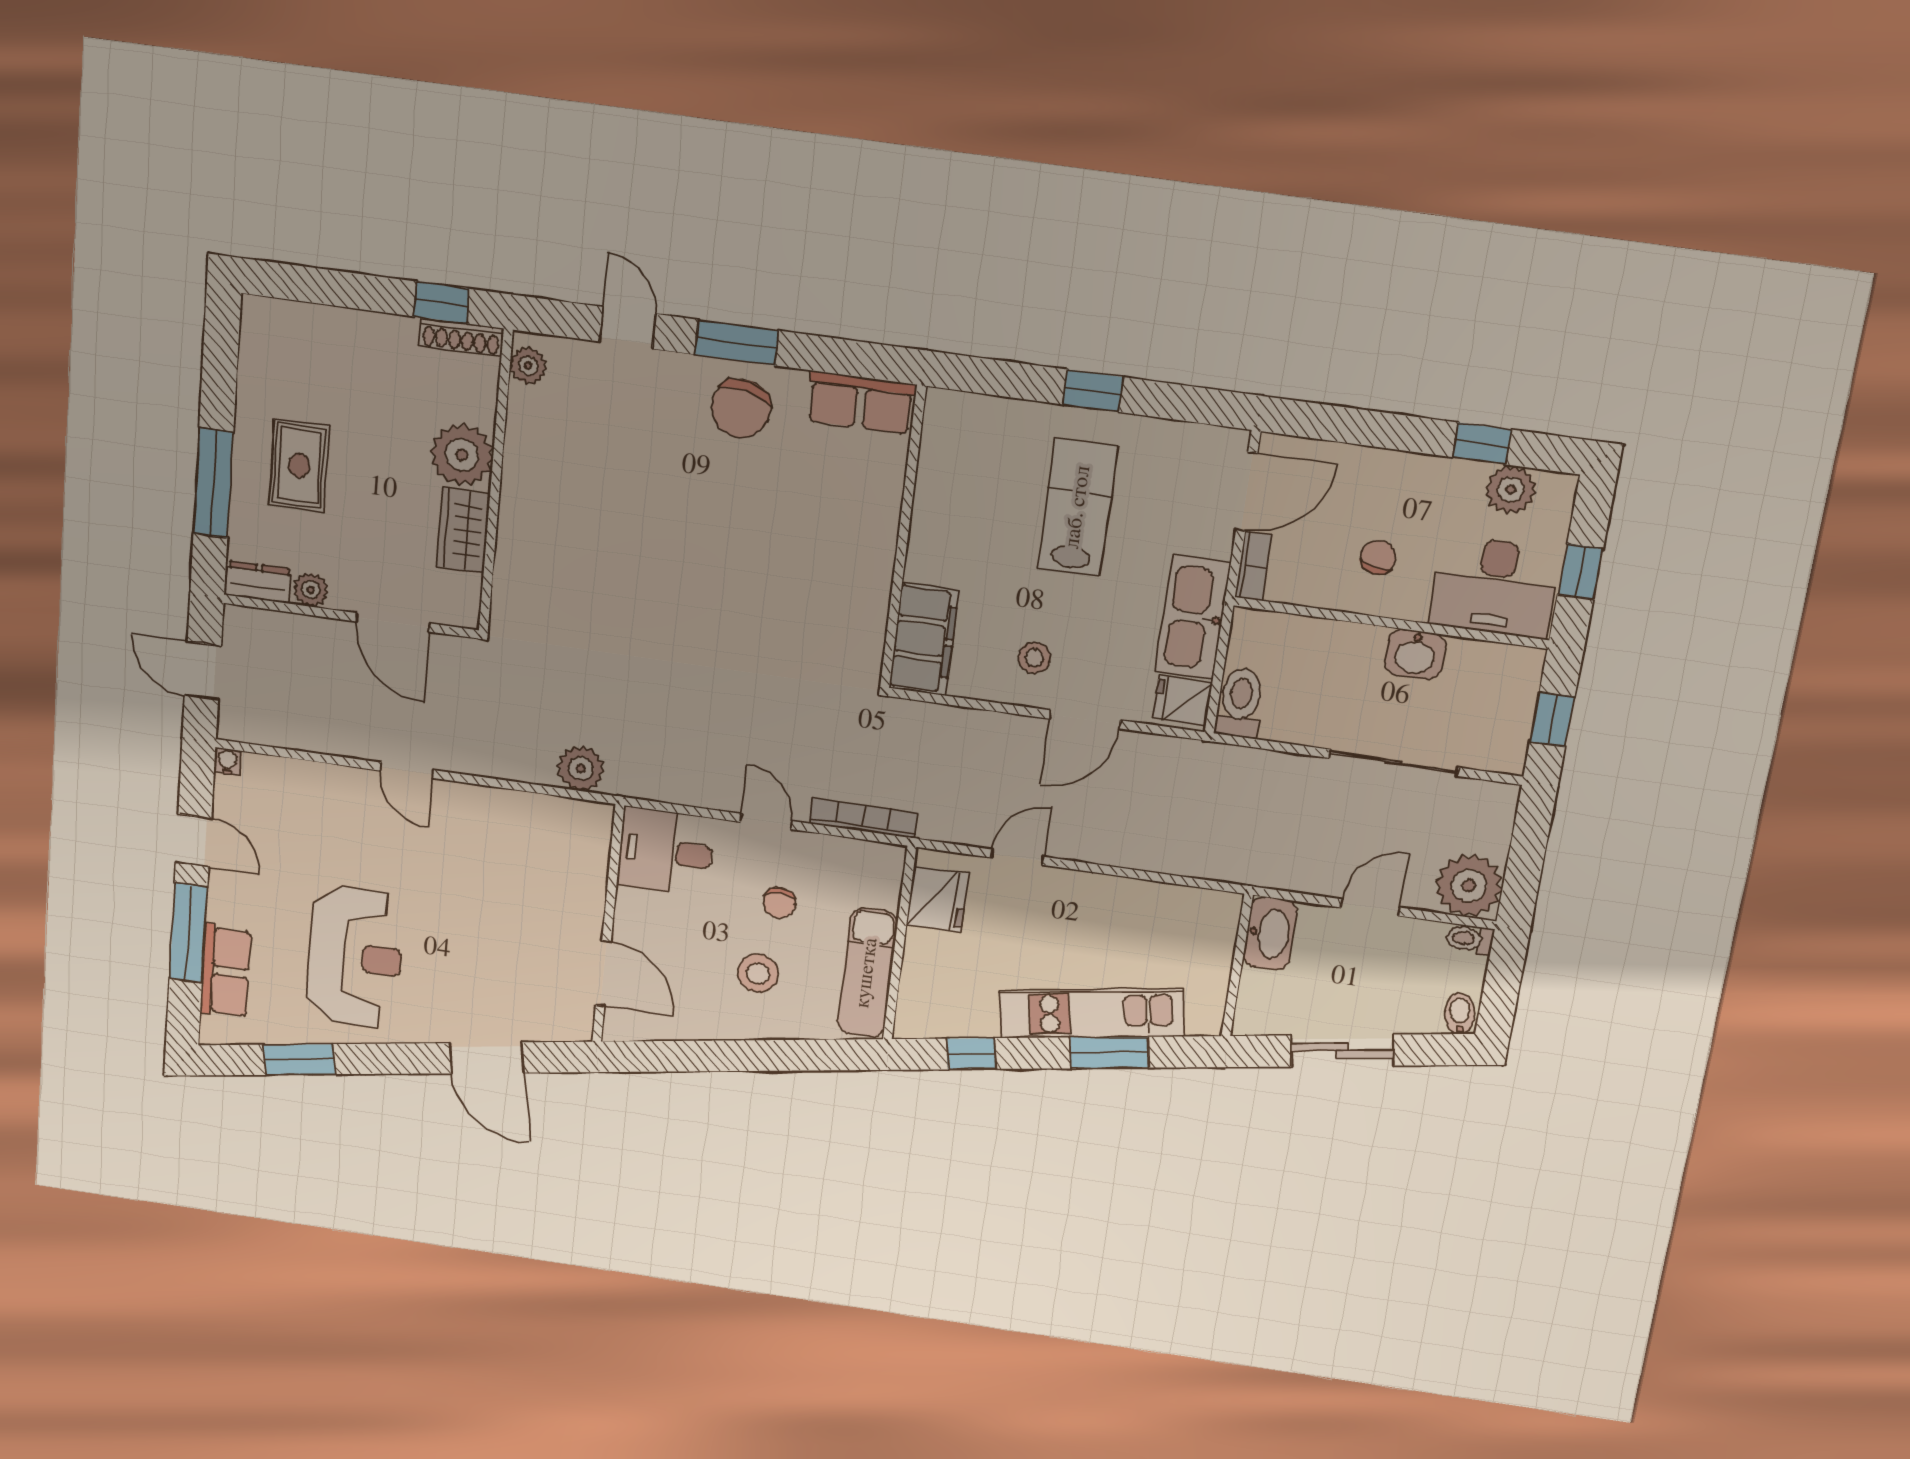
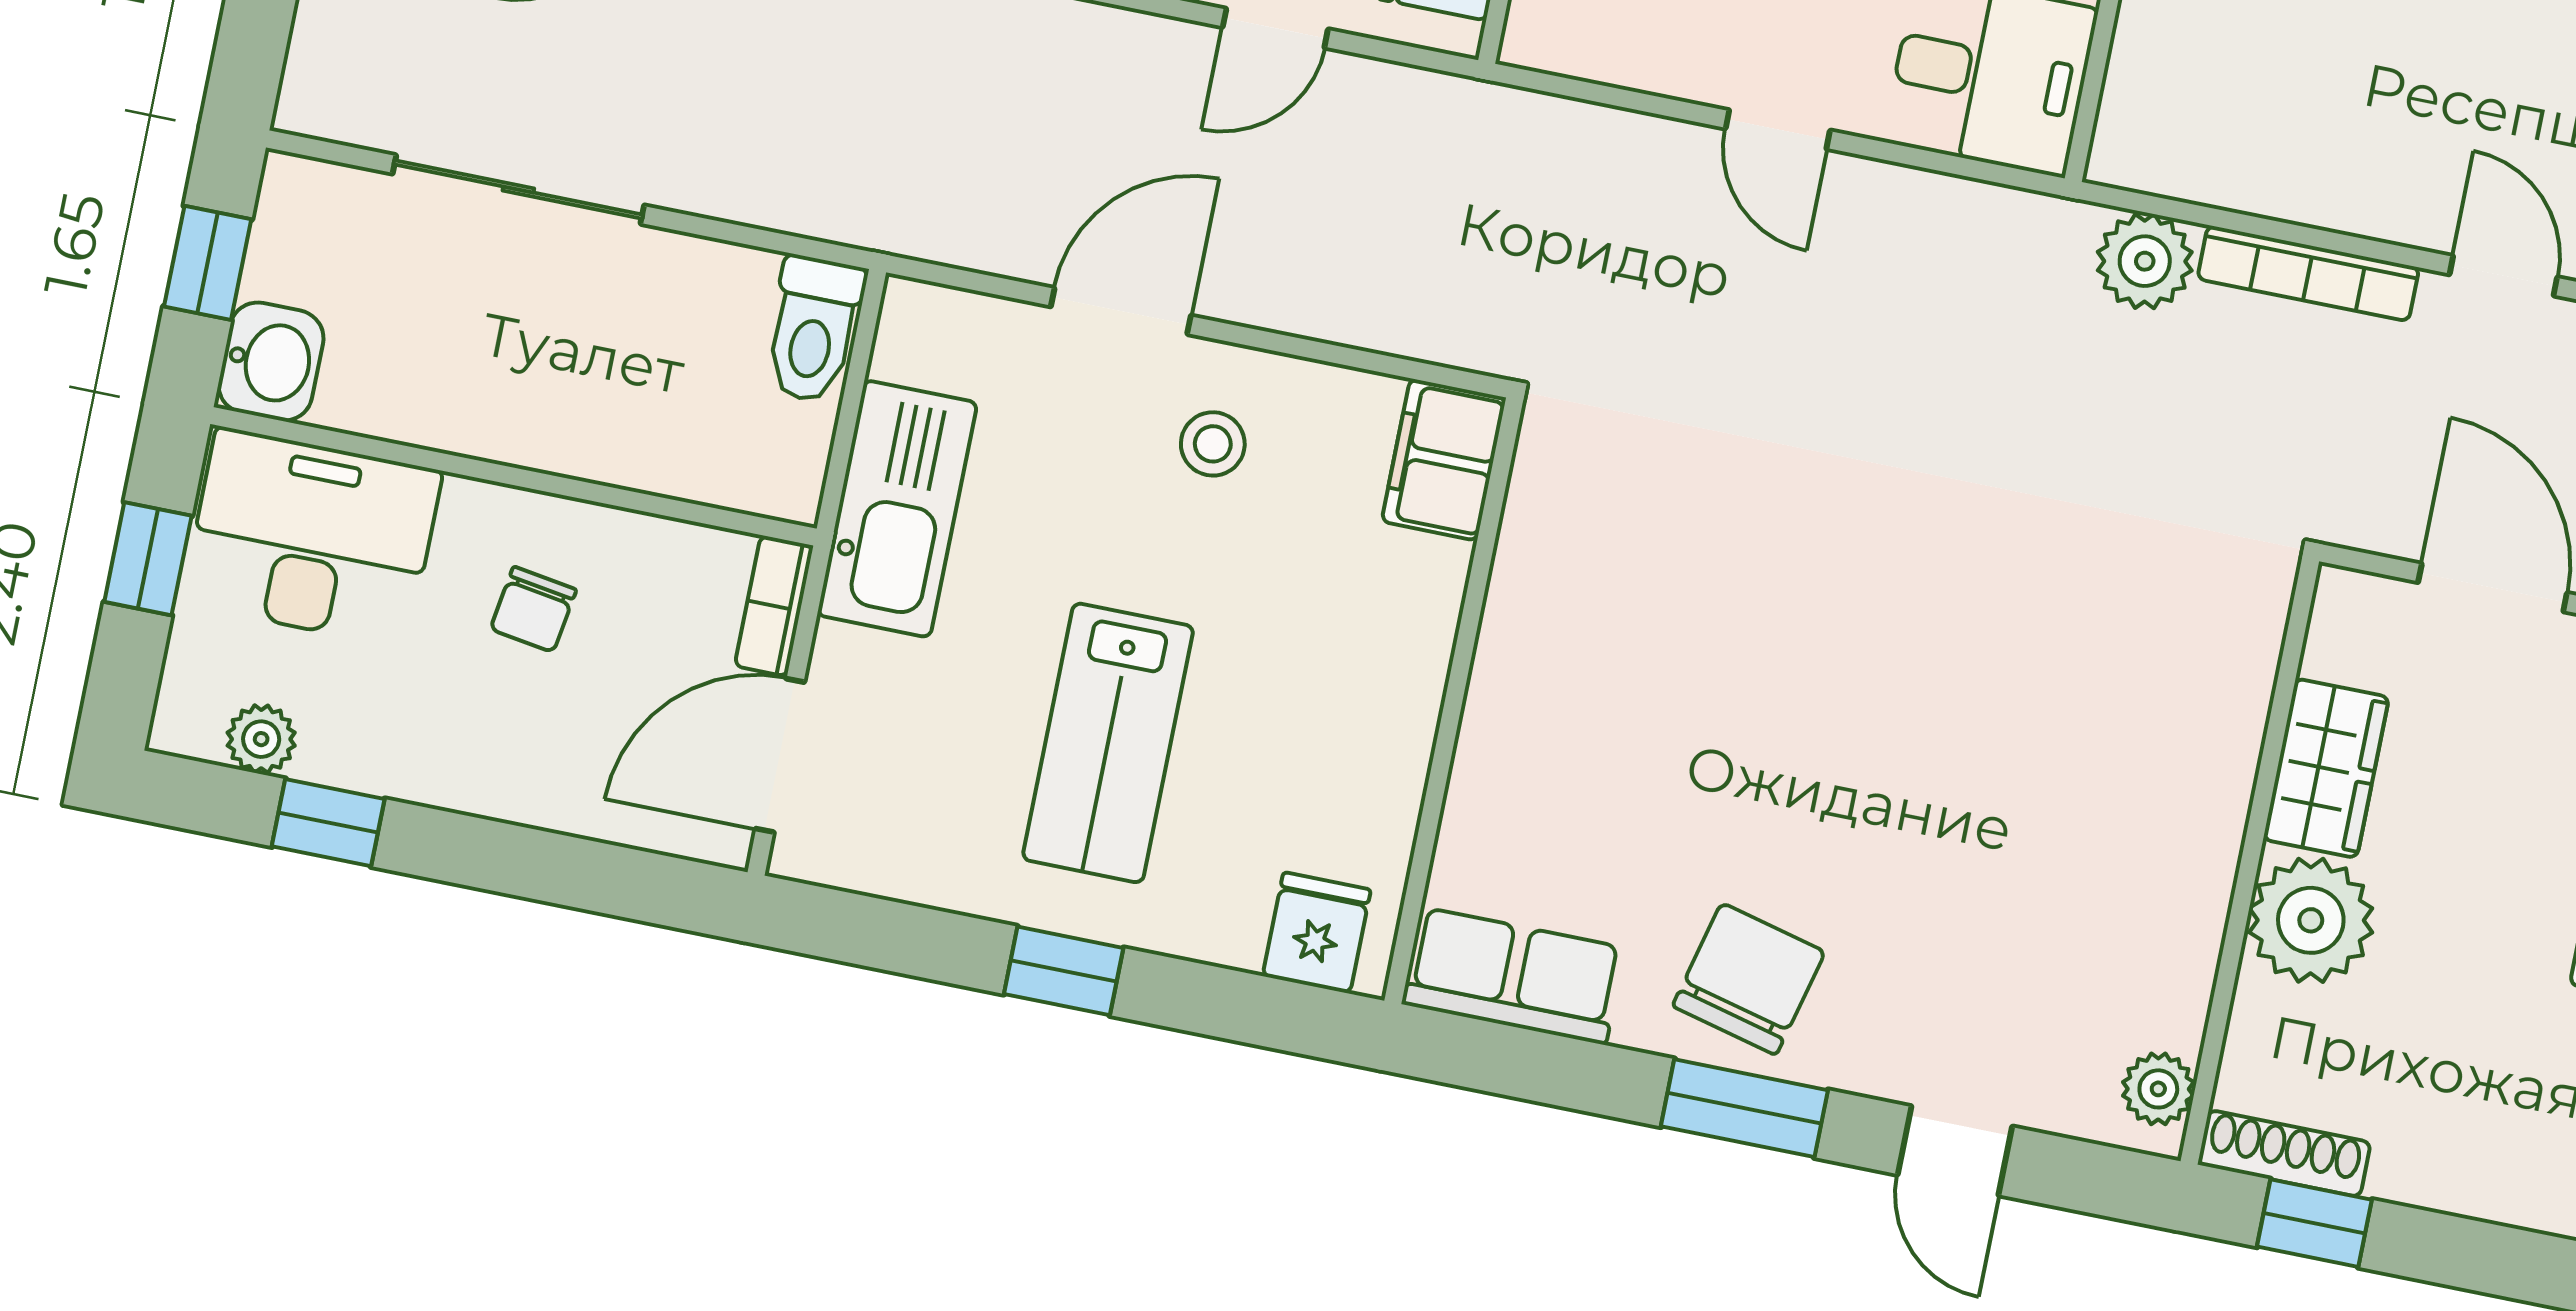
plant: (1511, 490) -> (261, 739), width x0.73, depth x0.73
filing cabinet: (924, 639) -> (1444, 460), width x0.67, depth x0.86
washbasin: (1415, 654) -> (271, 362), moved, turned 90
fridge: (1182, 701) -> (1317, 933), moved, turned -90
bookcase: (863, 818) -> (2308, 273), moved

